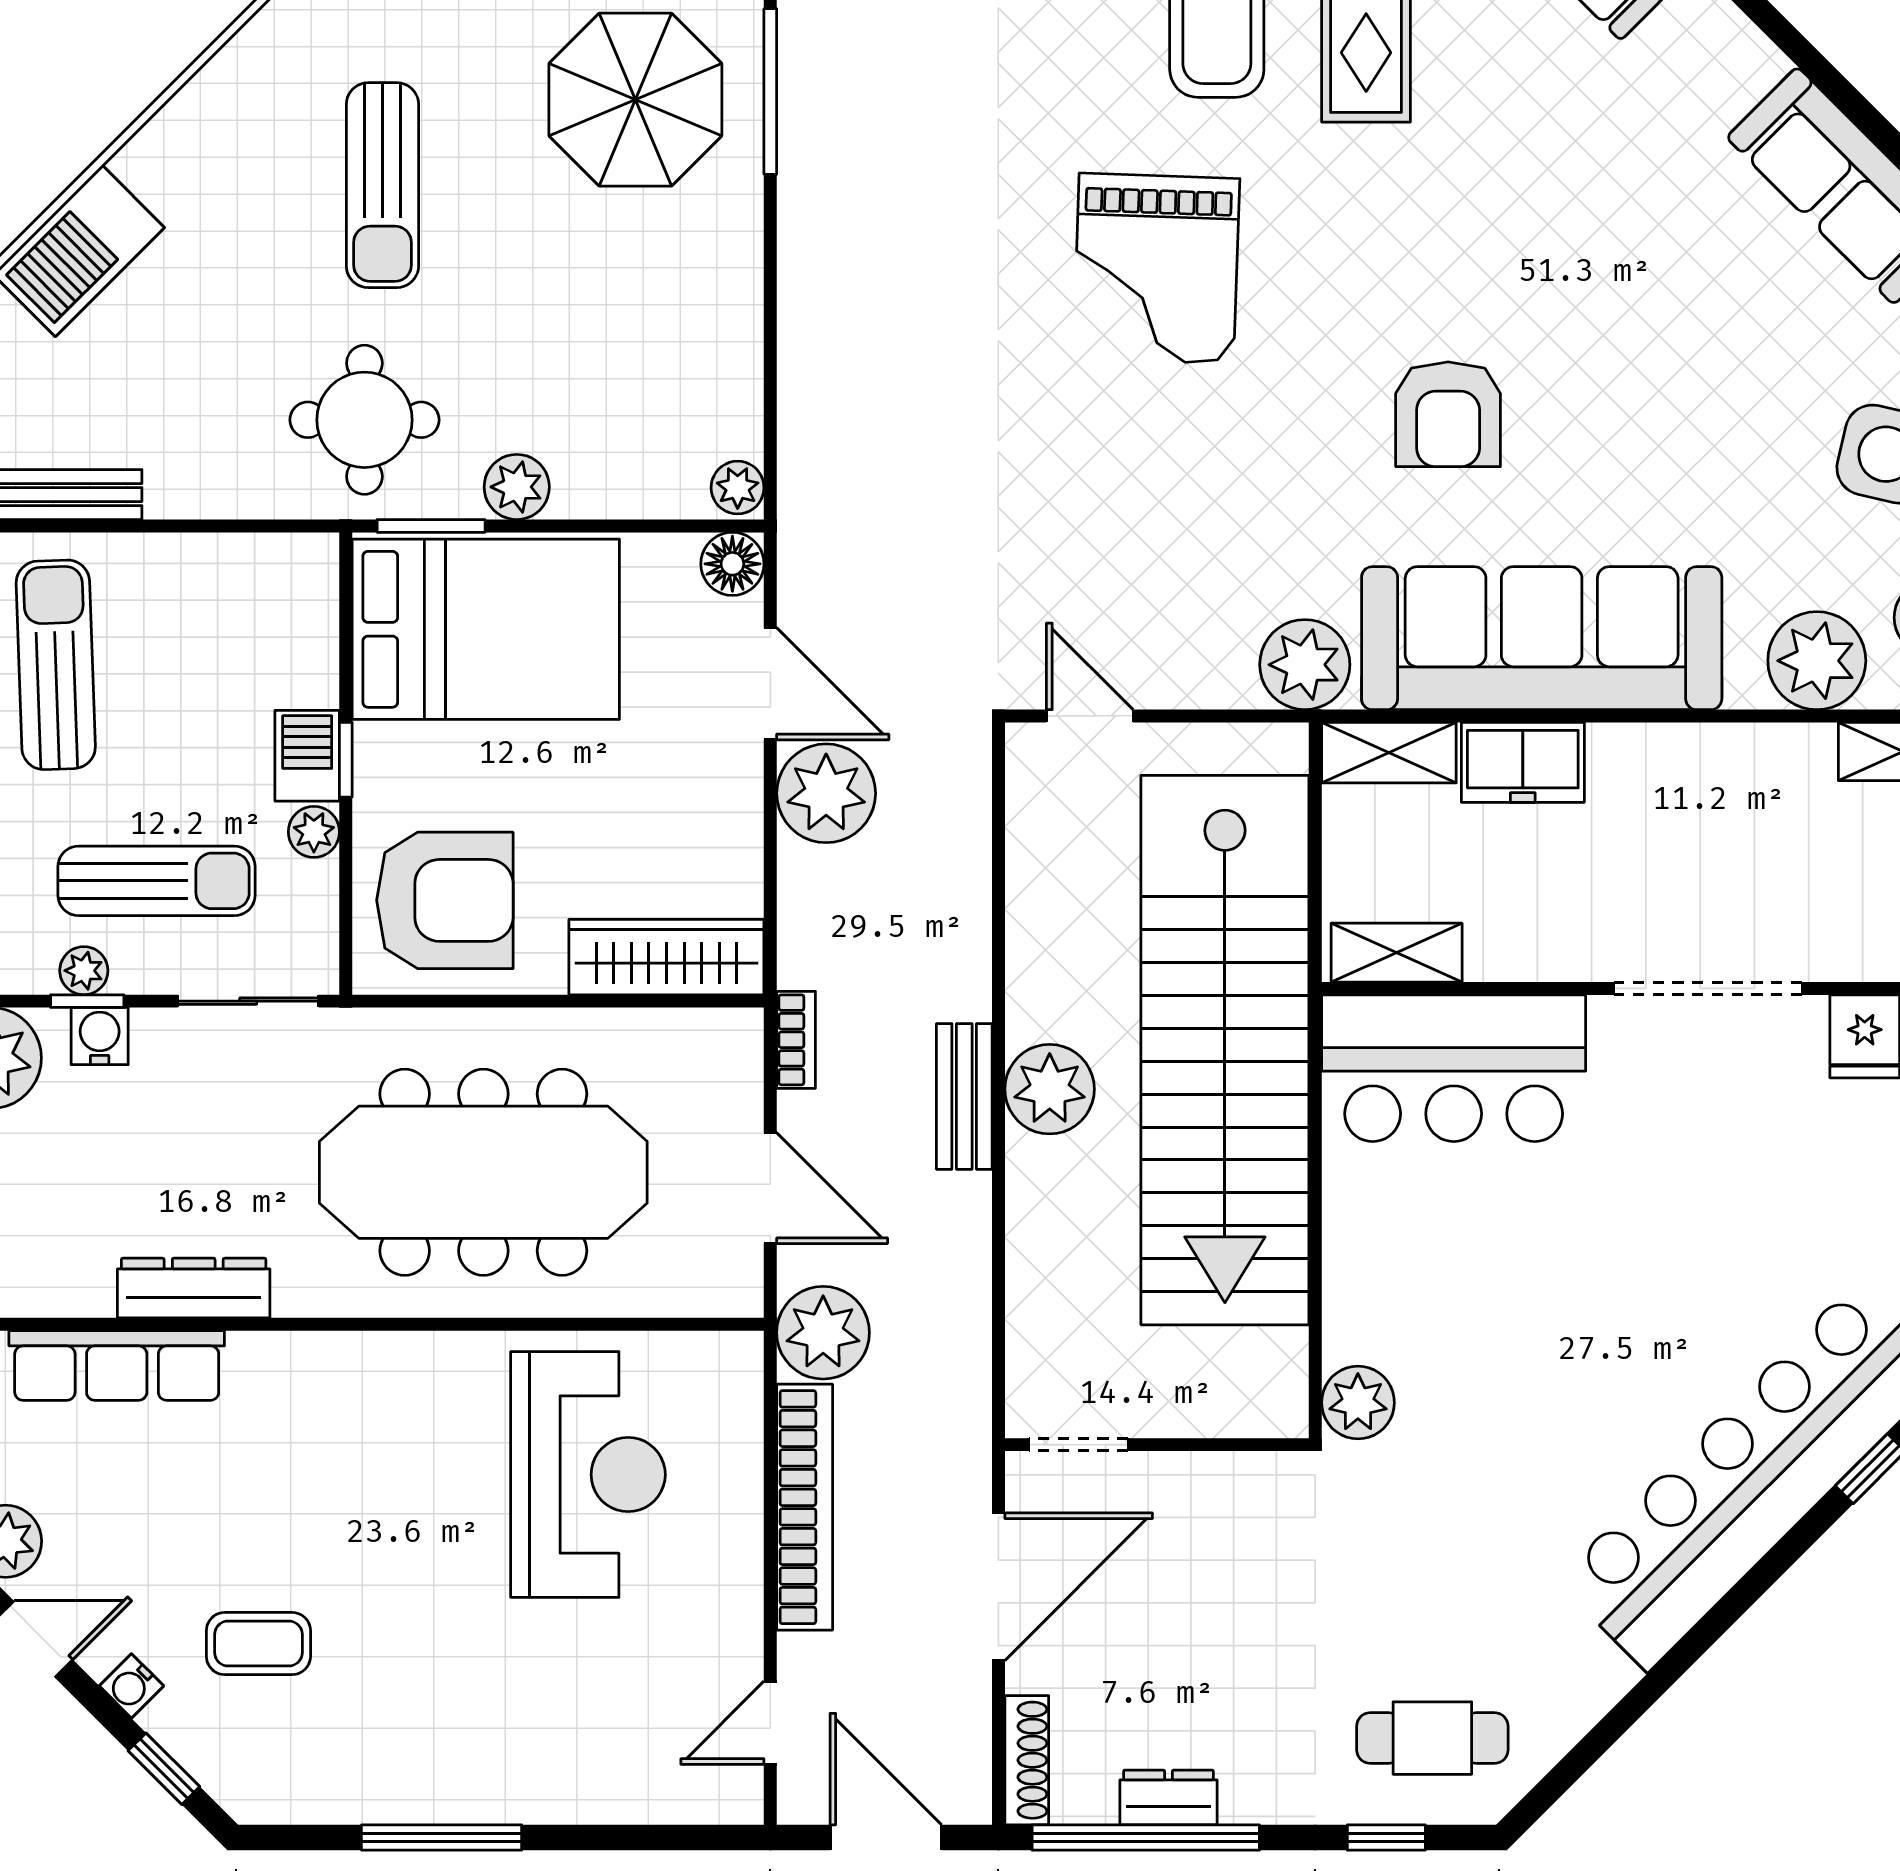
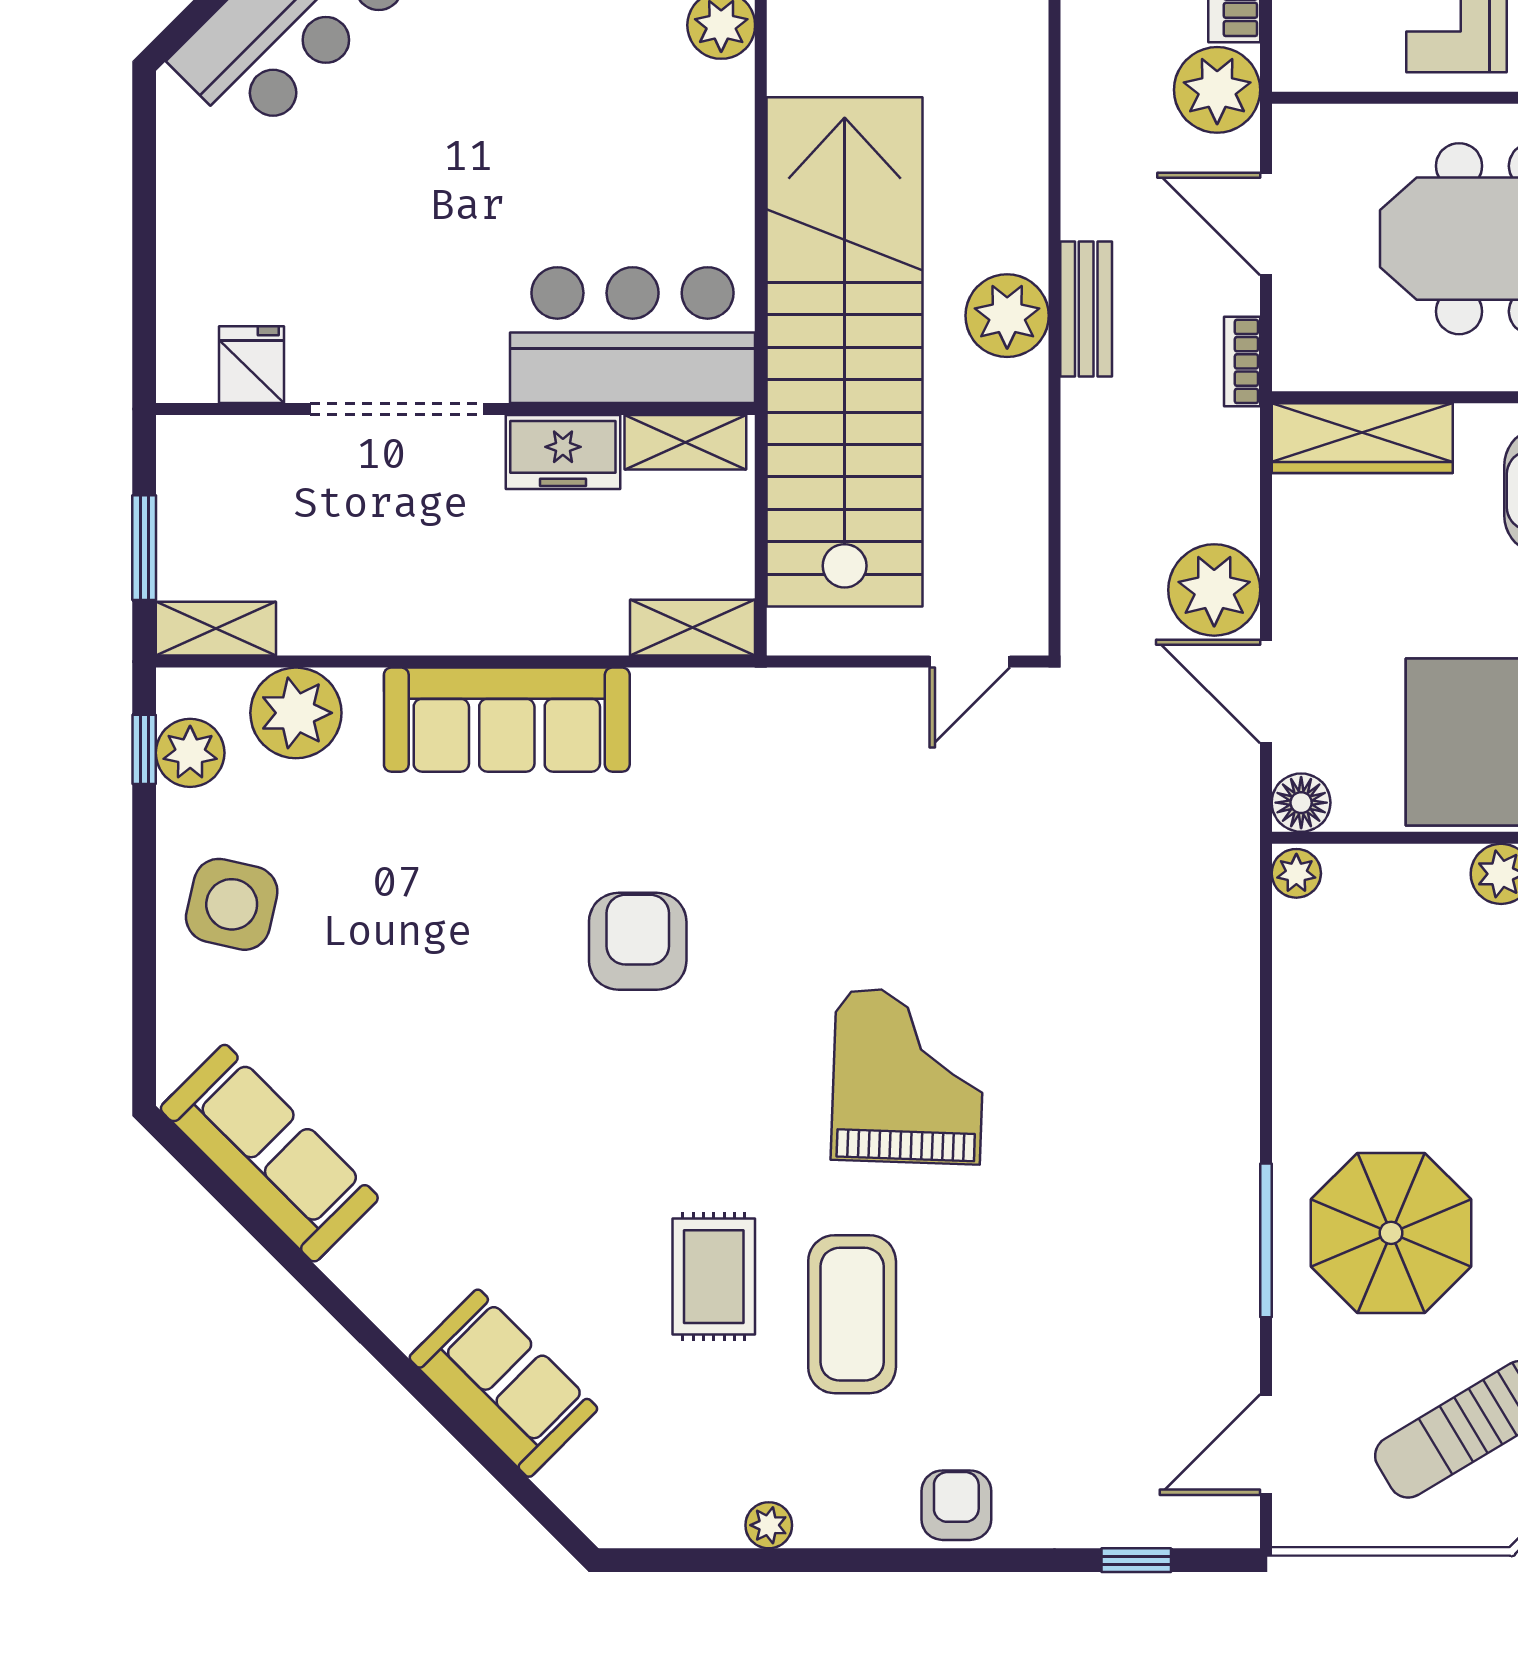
sofa: (1542, 638) -> (507, 720), width x0.74, depth x0.79
plant: (1305, 665) -> (770, 709), removed
door: (1090, 716) -> (970, 662), hinge flipped
freezer: (1523, 762) -> (563, 452), moved, turned 180

